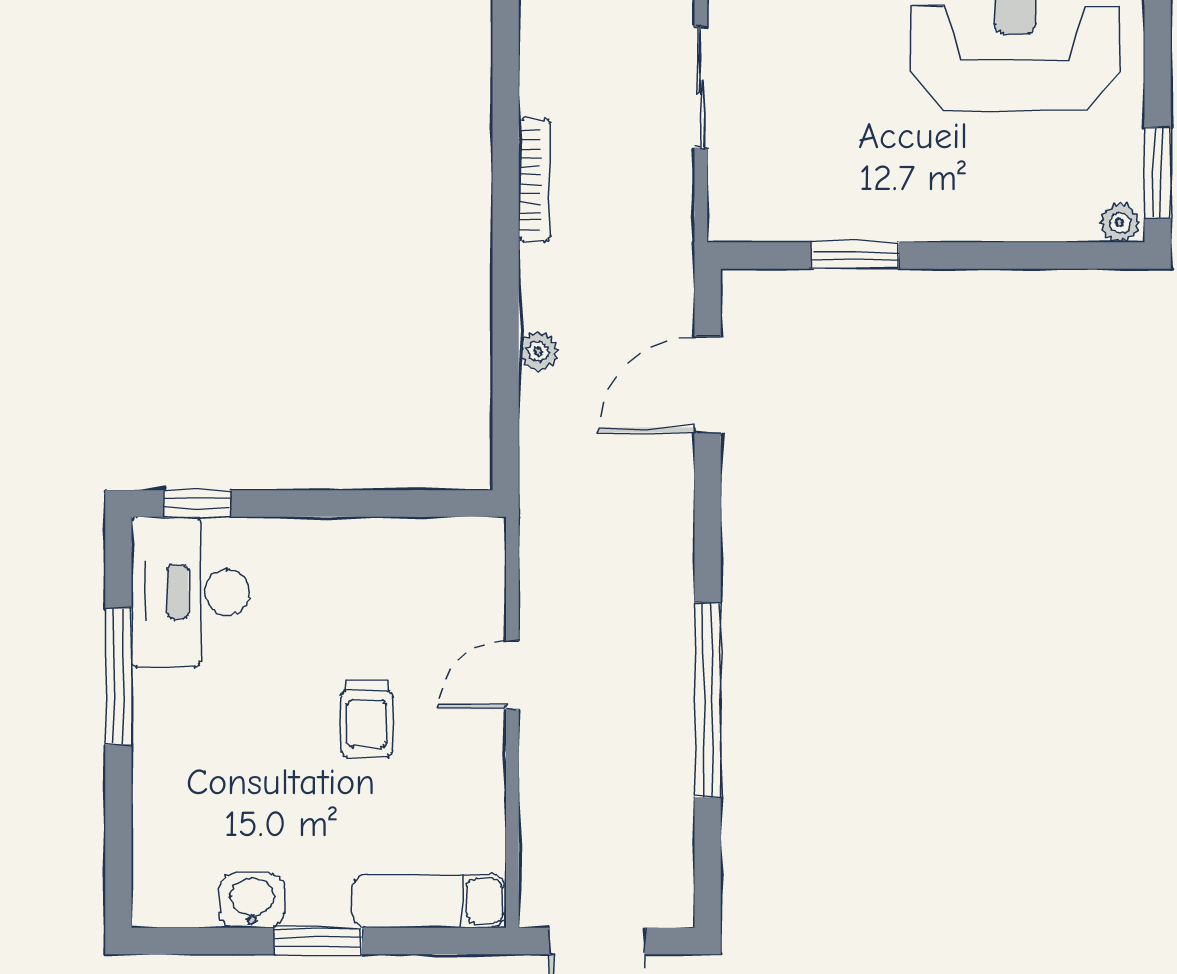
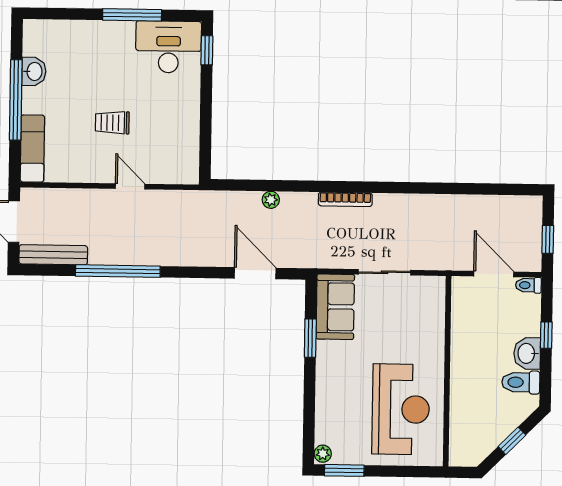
sofa: (782, 199) -> (335, 307), added
bench: (673, 849) -> (53, 255), added
window: (318, 941) -> (16, 100), width x2.11

